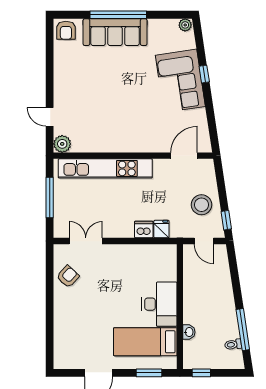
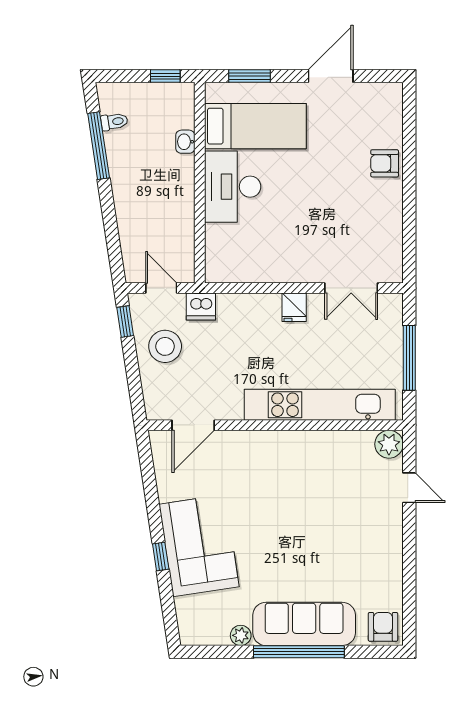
plant: (185, 25) -> (241, 635), moved
fridge: (161, 229) -> (294, 307), moved
dishwasher: (144, 230) -> (201, 307), moved
armchair: (68, 276) -> (385, 163), moved, turned 47

